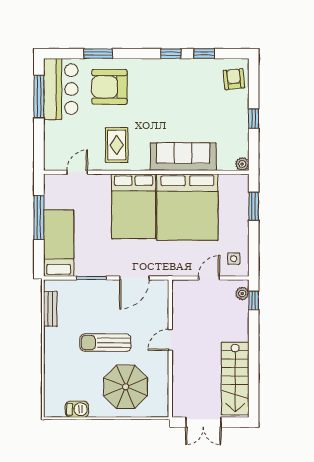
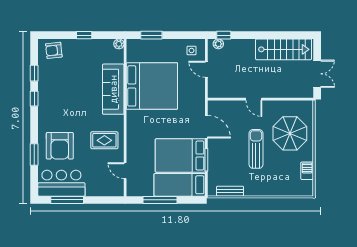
bed: (134, 206) -> (180, 156), moved, turned 180
sun lounger: (105, 343) -> (256, 149), turned 180

